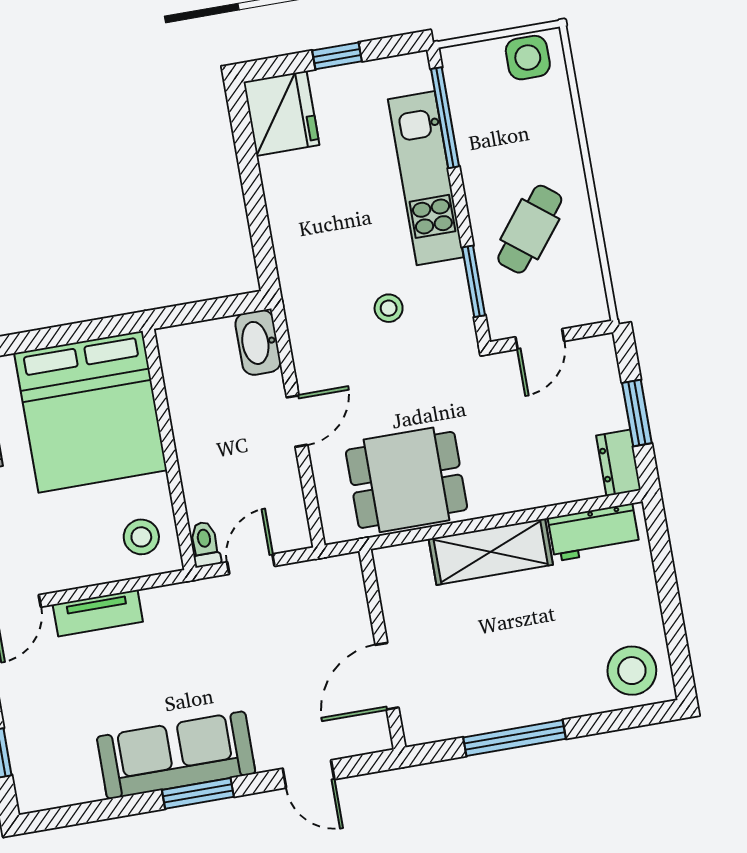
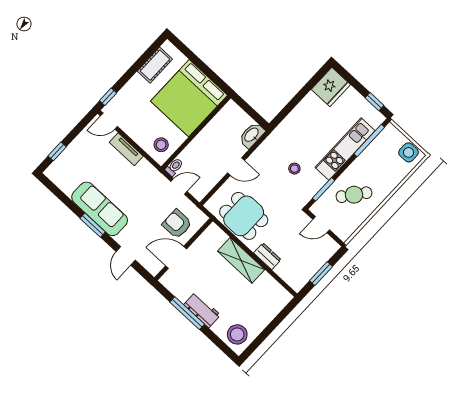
window: (337, 56) -> (374, 102), moved
dresser: (618, 463) -> (267, 256), moved, turned 90
workbench: (594, 532) -> (202, 310), moved, turned 180
armchair: (322, 624) -> (177, 224), added

